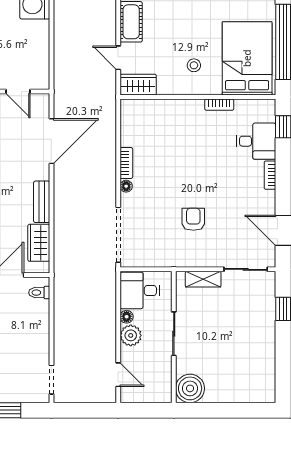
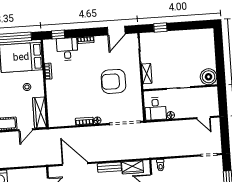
wardrobe: (138, 85) -> (40, 112), width x1.50
armchair: (193, 219) -> (113, 81), width x1.88, depth x1.88
plant: (131, 335) -> (181, 112), removed
door: (118, 375) -> (204, 118), swing flipped

